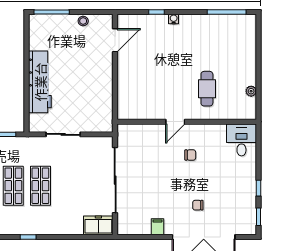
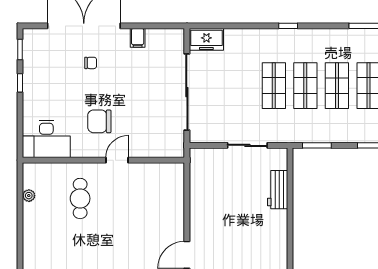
workbench: (40, 82) -> (278, 190), width x0.53, depth x0.76
desk: (241, 140) -> (46, 139), width x1.37
chair: (190, 155) -> (99, 121), width x1.87, depth x1.87

